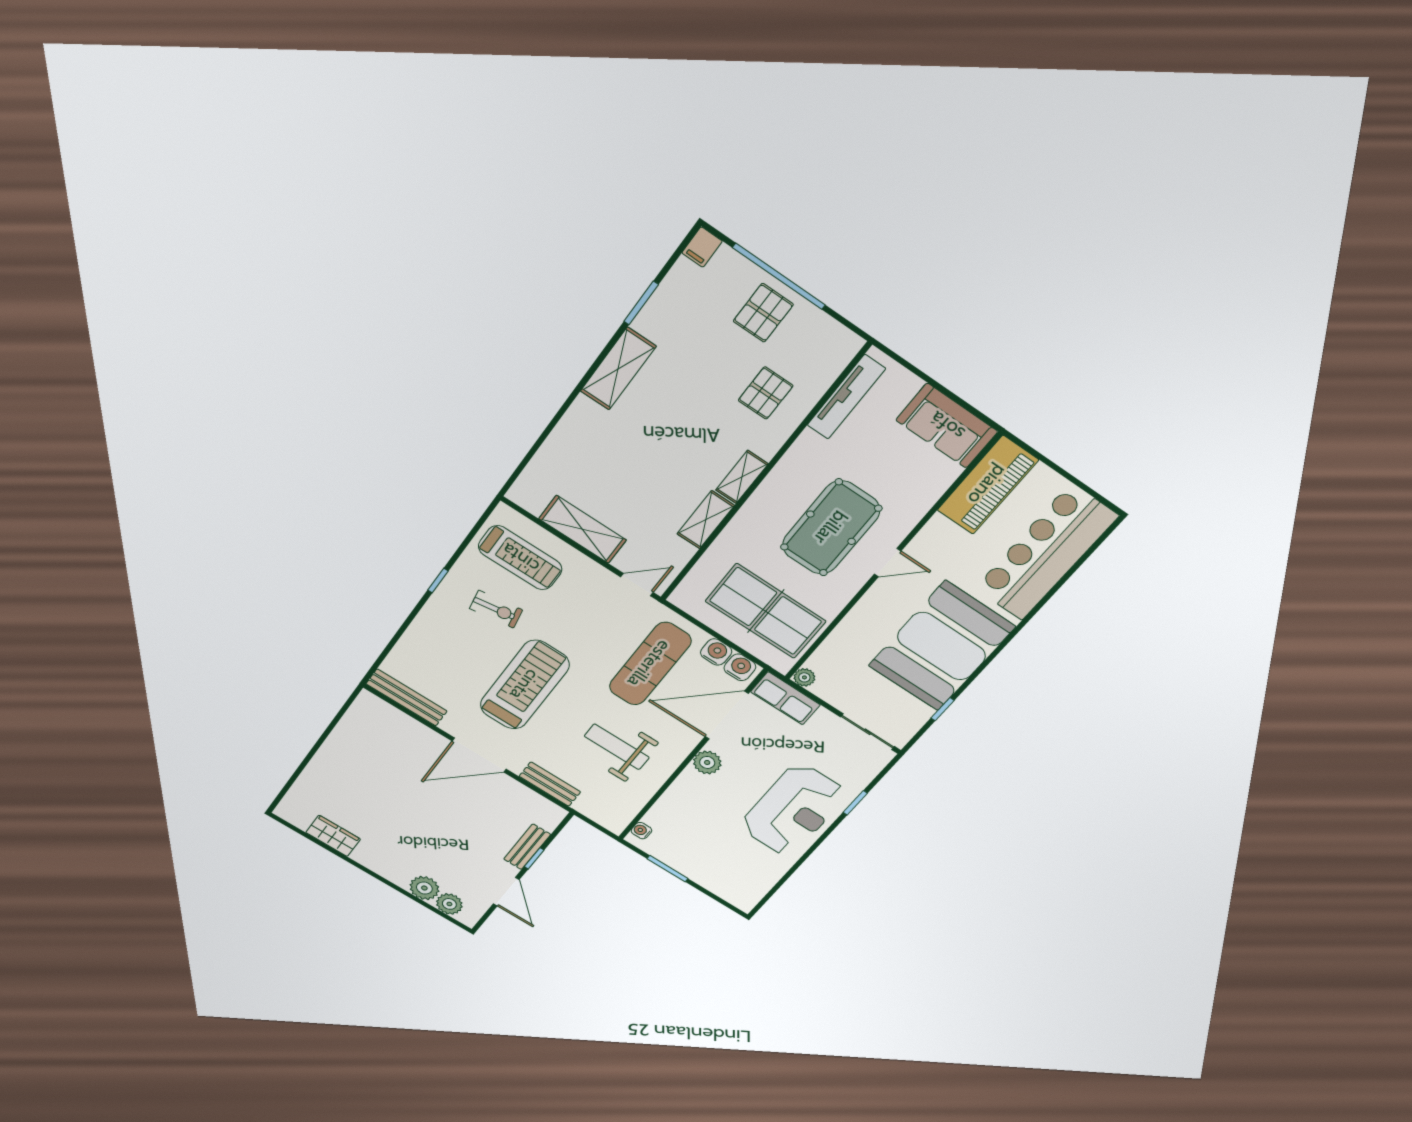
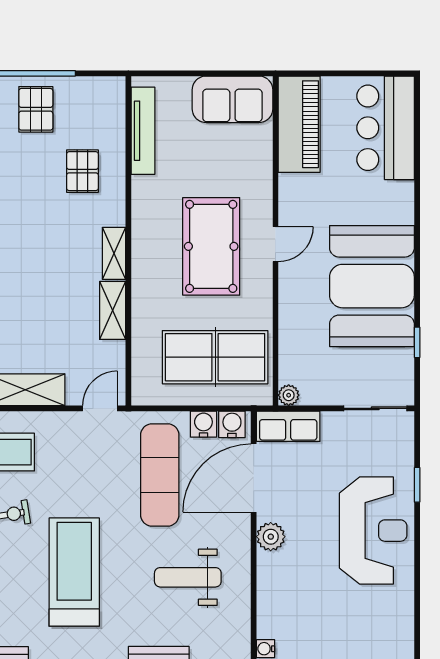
bar counter: (1046, 552) -> (386, 128), width x0.73

